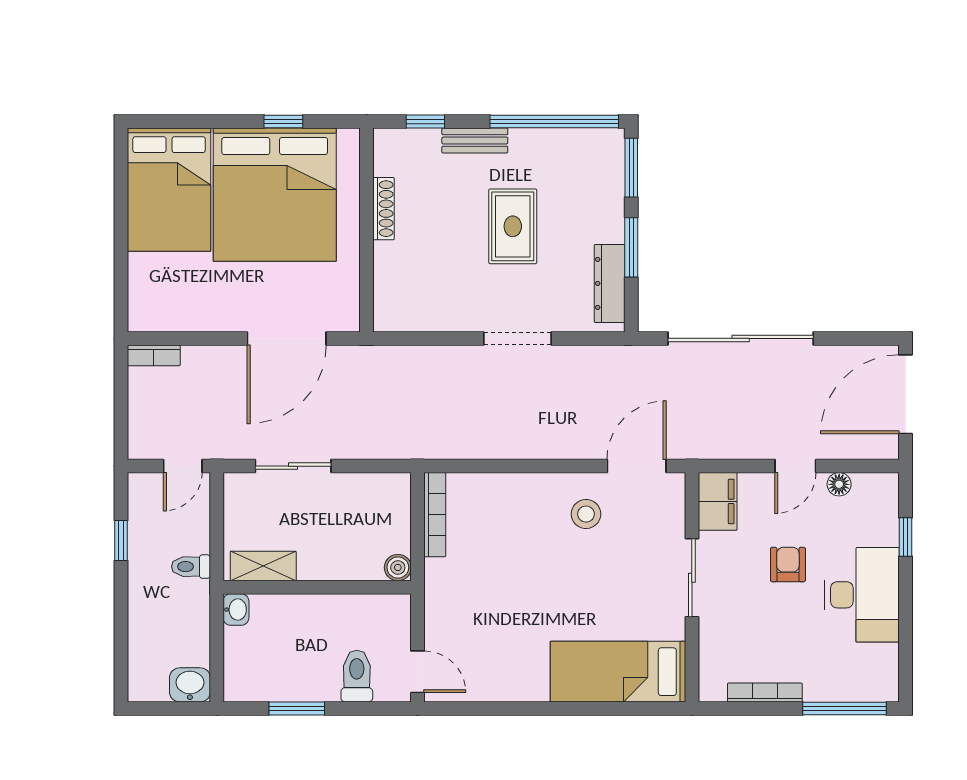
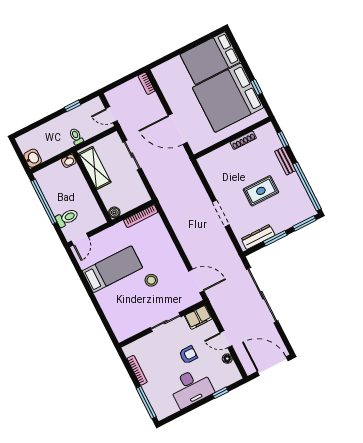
stool: (586, 514) -> (151, 280), moved
shelving: (263, 566) -> (95, 168), width x1.50, depth x1.33
bed: (618, 672) -> (112, 269), moved, turned 90
window: (297, 708) -> (44, 202), width x2.11

